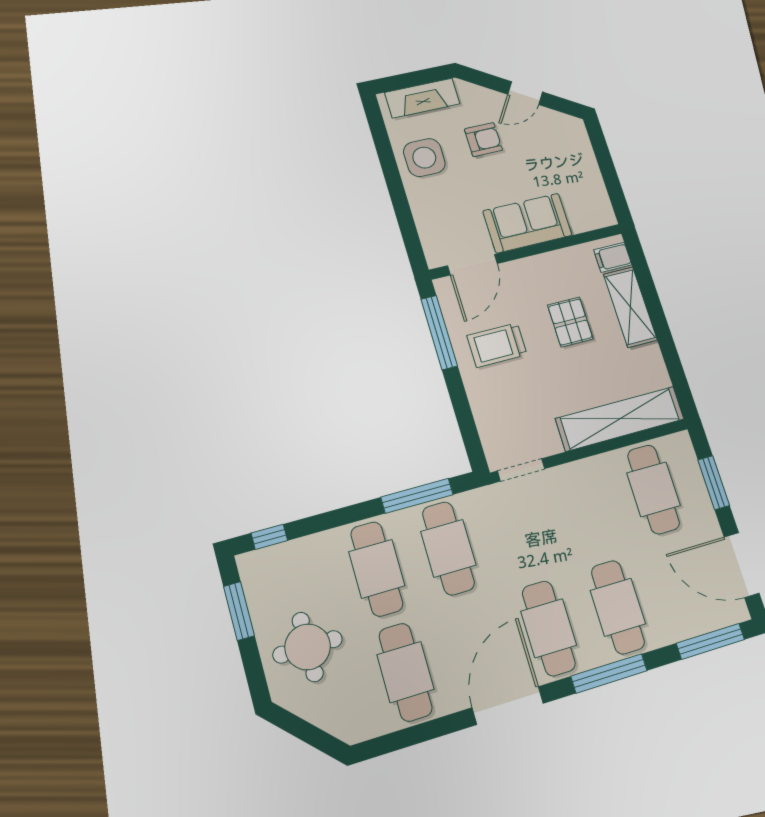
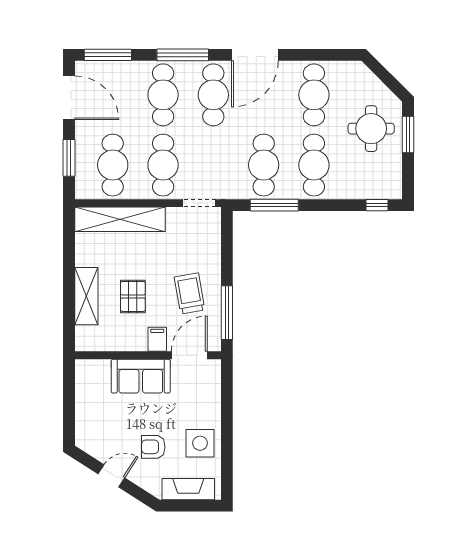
filing cabinet: (613, 257) -> (157, 339), moved, turned -90
trolley: (497, 345) -> (190, 293), turned -100
cafe table: (587, 509) -> (163, 165), added
window: (239, 611) -> (408, 135), moved

